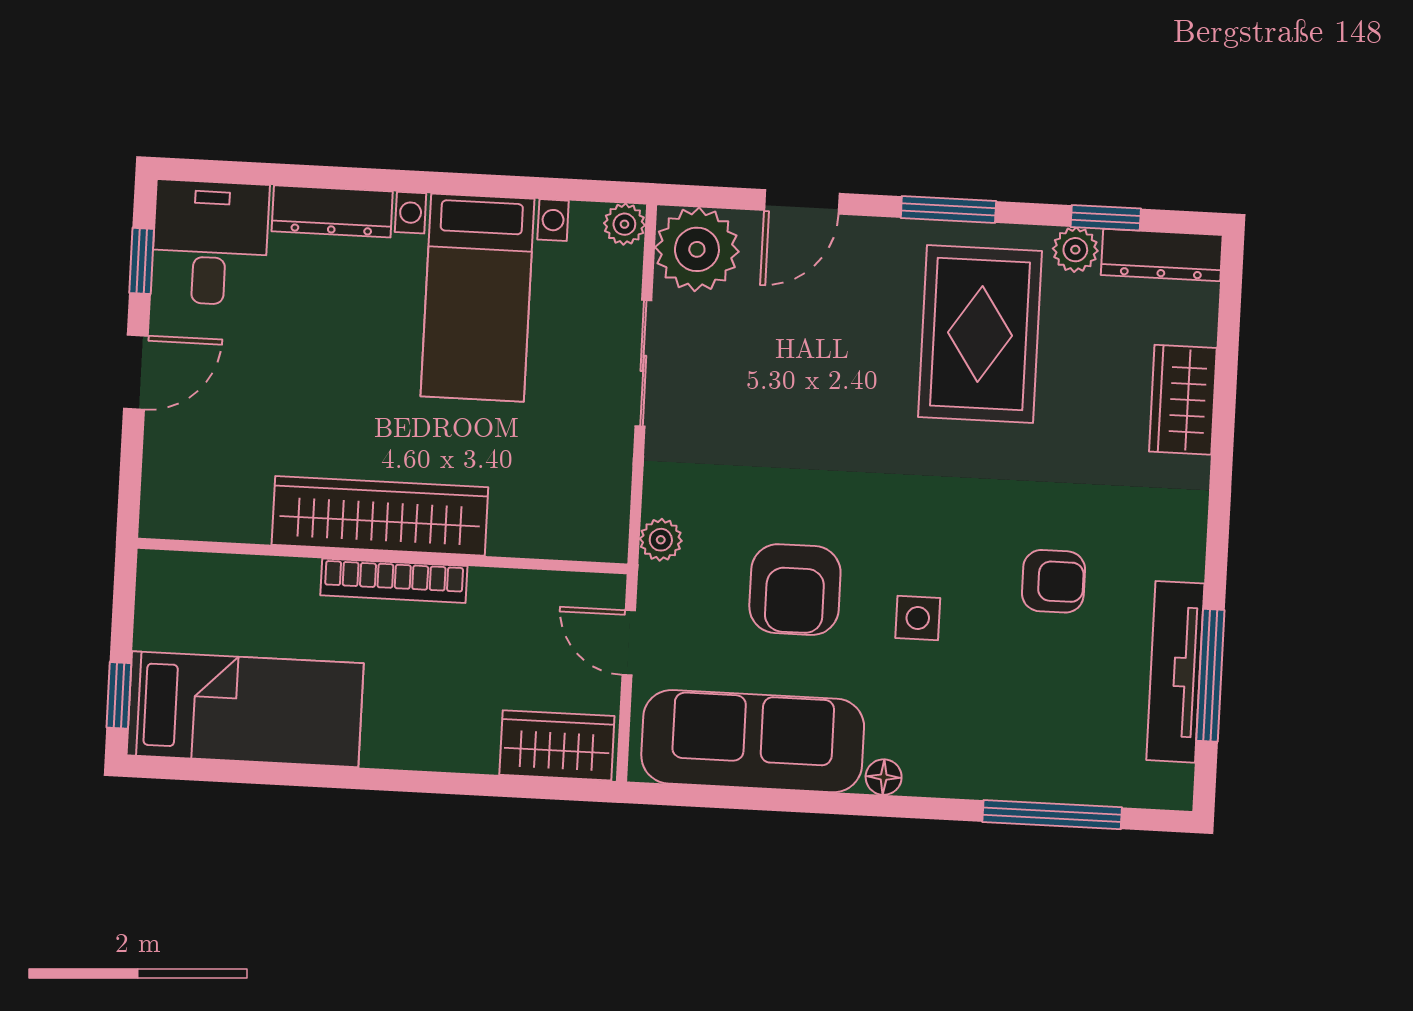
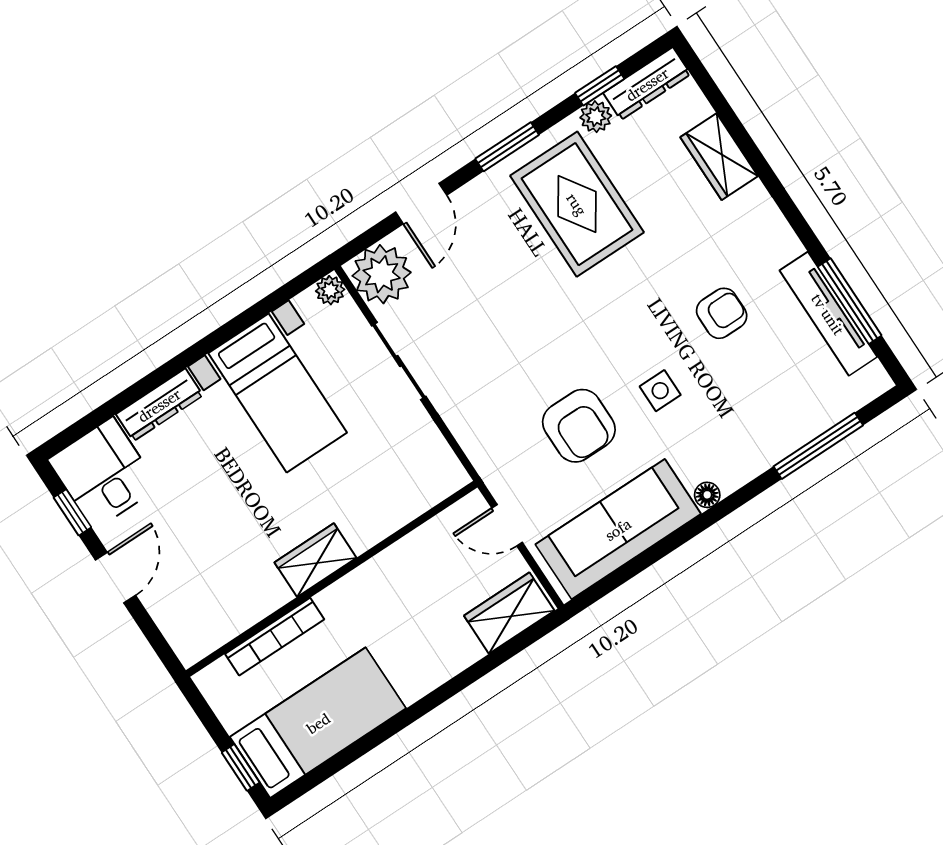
wardrobe: (380, 516) -> (315, 560), width x0.48, depth x0.85
plant: (661, 540) -> (482, 454), removed
bookcase: (394, 581) -> (275, 637), moved

